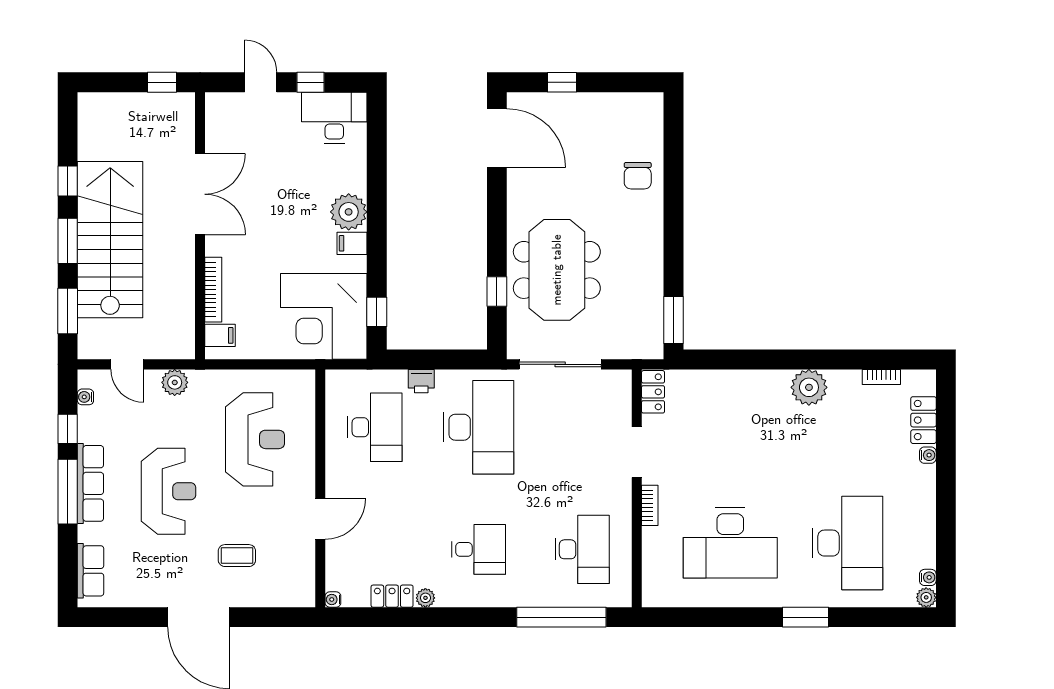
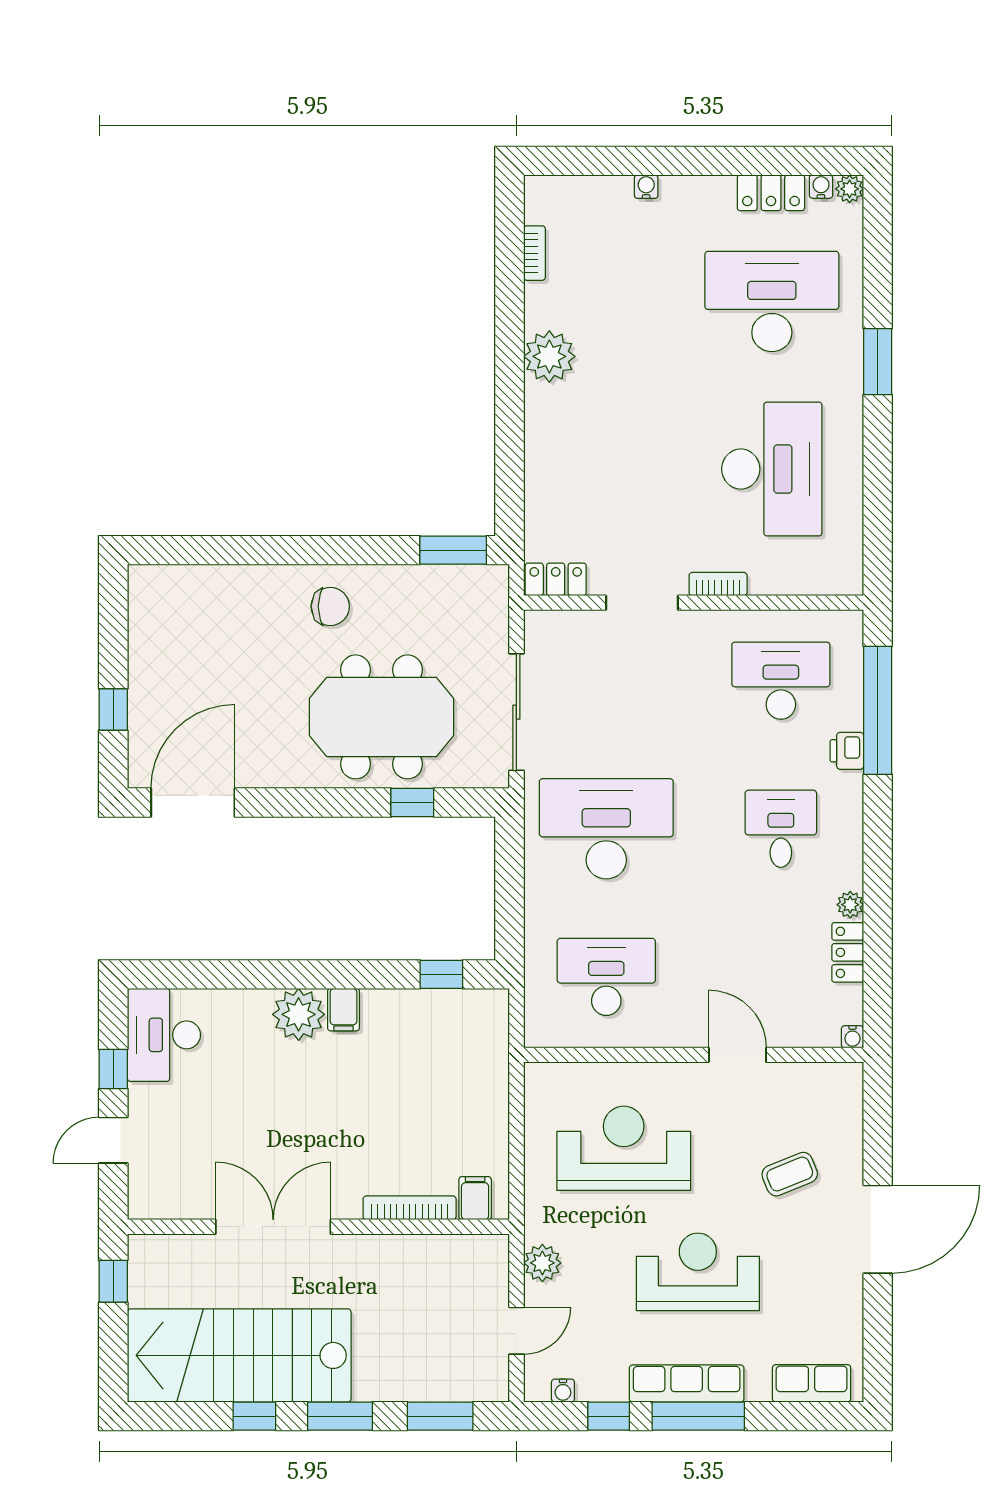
chair: (638, 176) -> (330, 606), moved
stairs: (110, 240) -> (239, 1355), moved
corner desk: (324, 316) -> (448, 1050), removed
printer: (421, 381) -> (847, 751), moved, turned 180
locker: (923, 420) -> (771, 193), moved
coffee table: (237, 556) -> (790, 1174), turned 68

